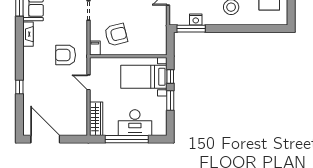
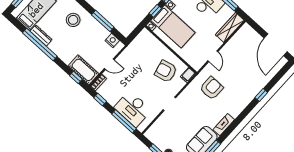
nightstand: (196, 20) -> (112, 41), moved
window: (191, 29) -> (103, 21), moved
armchair: (66, 55) -> (211, 88), turned -90

